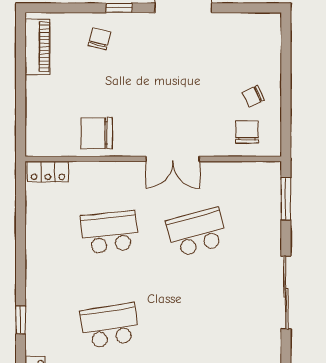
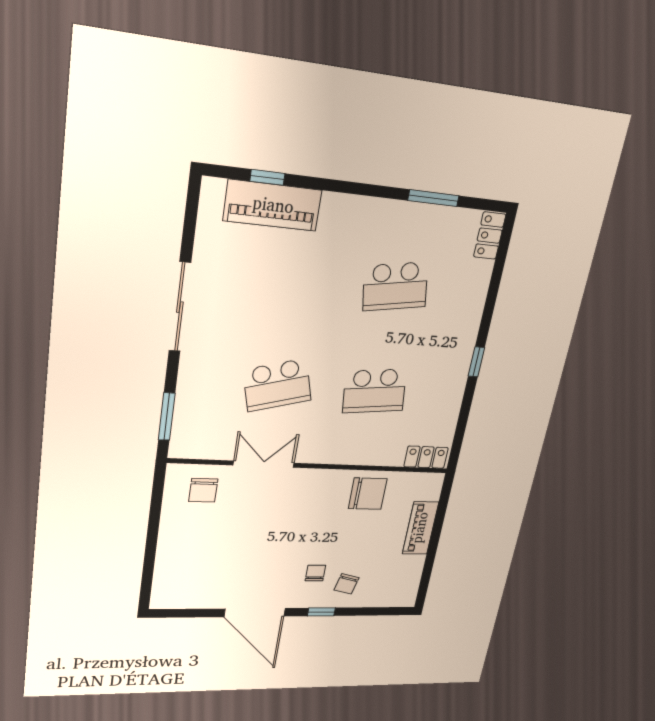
piano: (38, 47) -> (420, 528), moved
chair: (253, 96) -> (315, 573), moved, turned -65
double door: (173, 159) -> (264, 464), moved
window: (21, 320) -> (476, 362), moved

